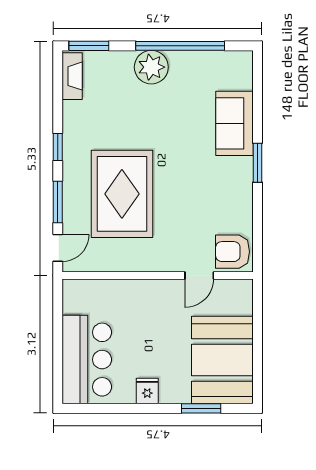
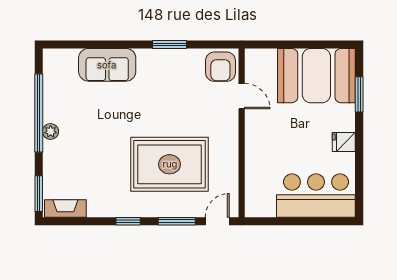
plant: (151, 67) -> (51, 131), width x0.53, depth x0.53
window: (258, 163) -> (170, 44), moved
door: (58, 248) -> (217, 221), hinge flipped

